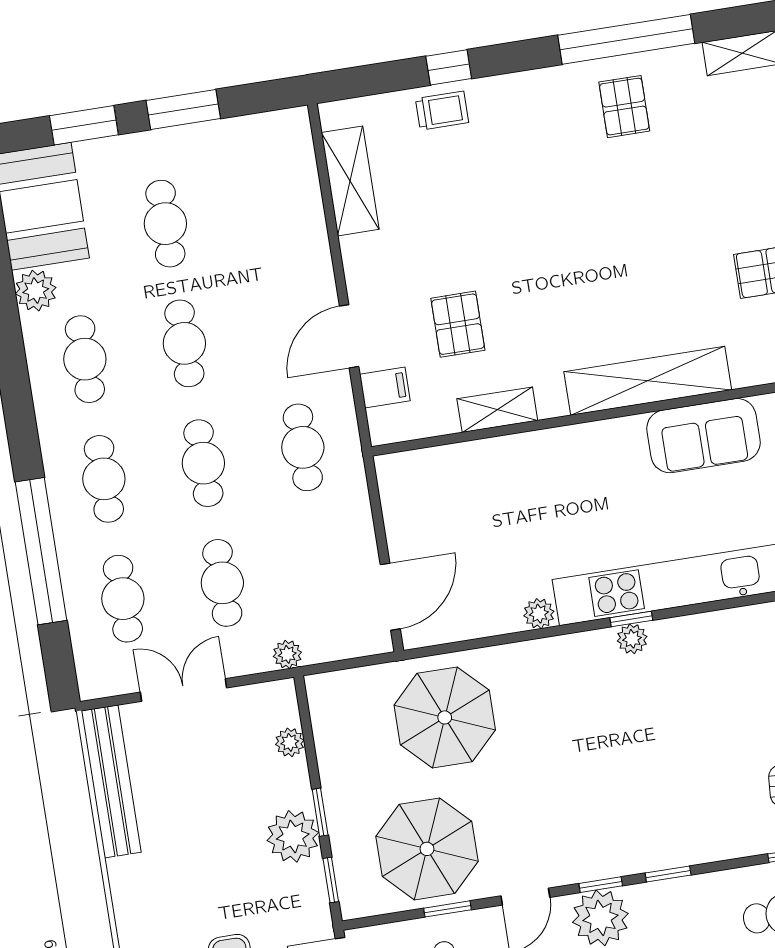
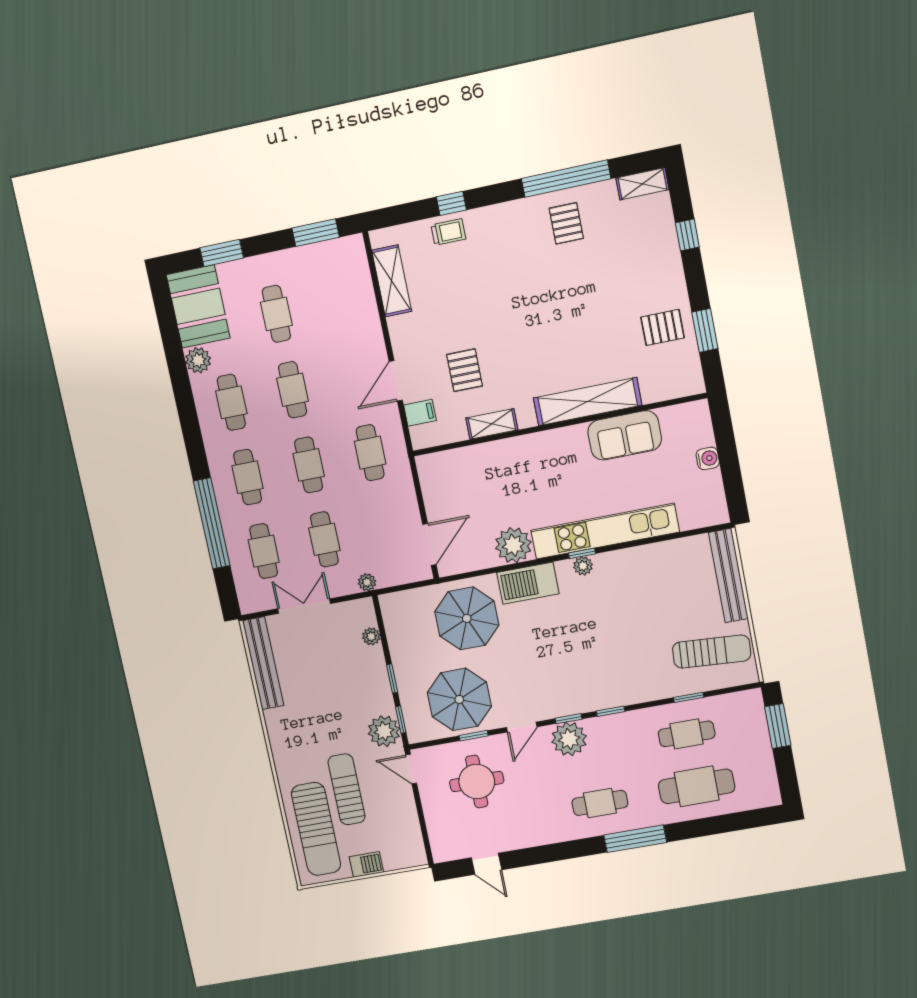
window: (183, 109) -> (316, 233), moved
plant: (539, 614) -> (513, 545), width x1.88, depth x1.88
barbecue: (544, 664) -> (528, 583), added
plant: (293, 836) -> (384, 731), moved

